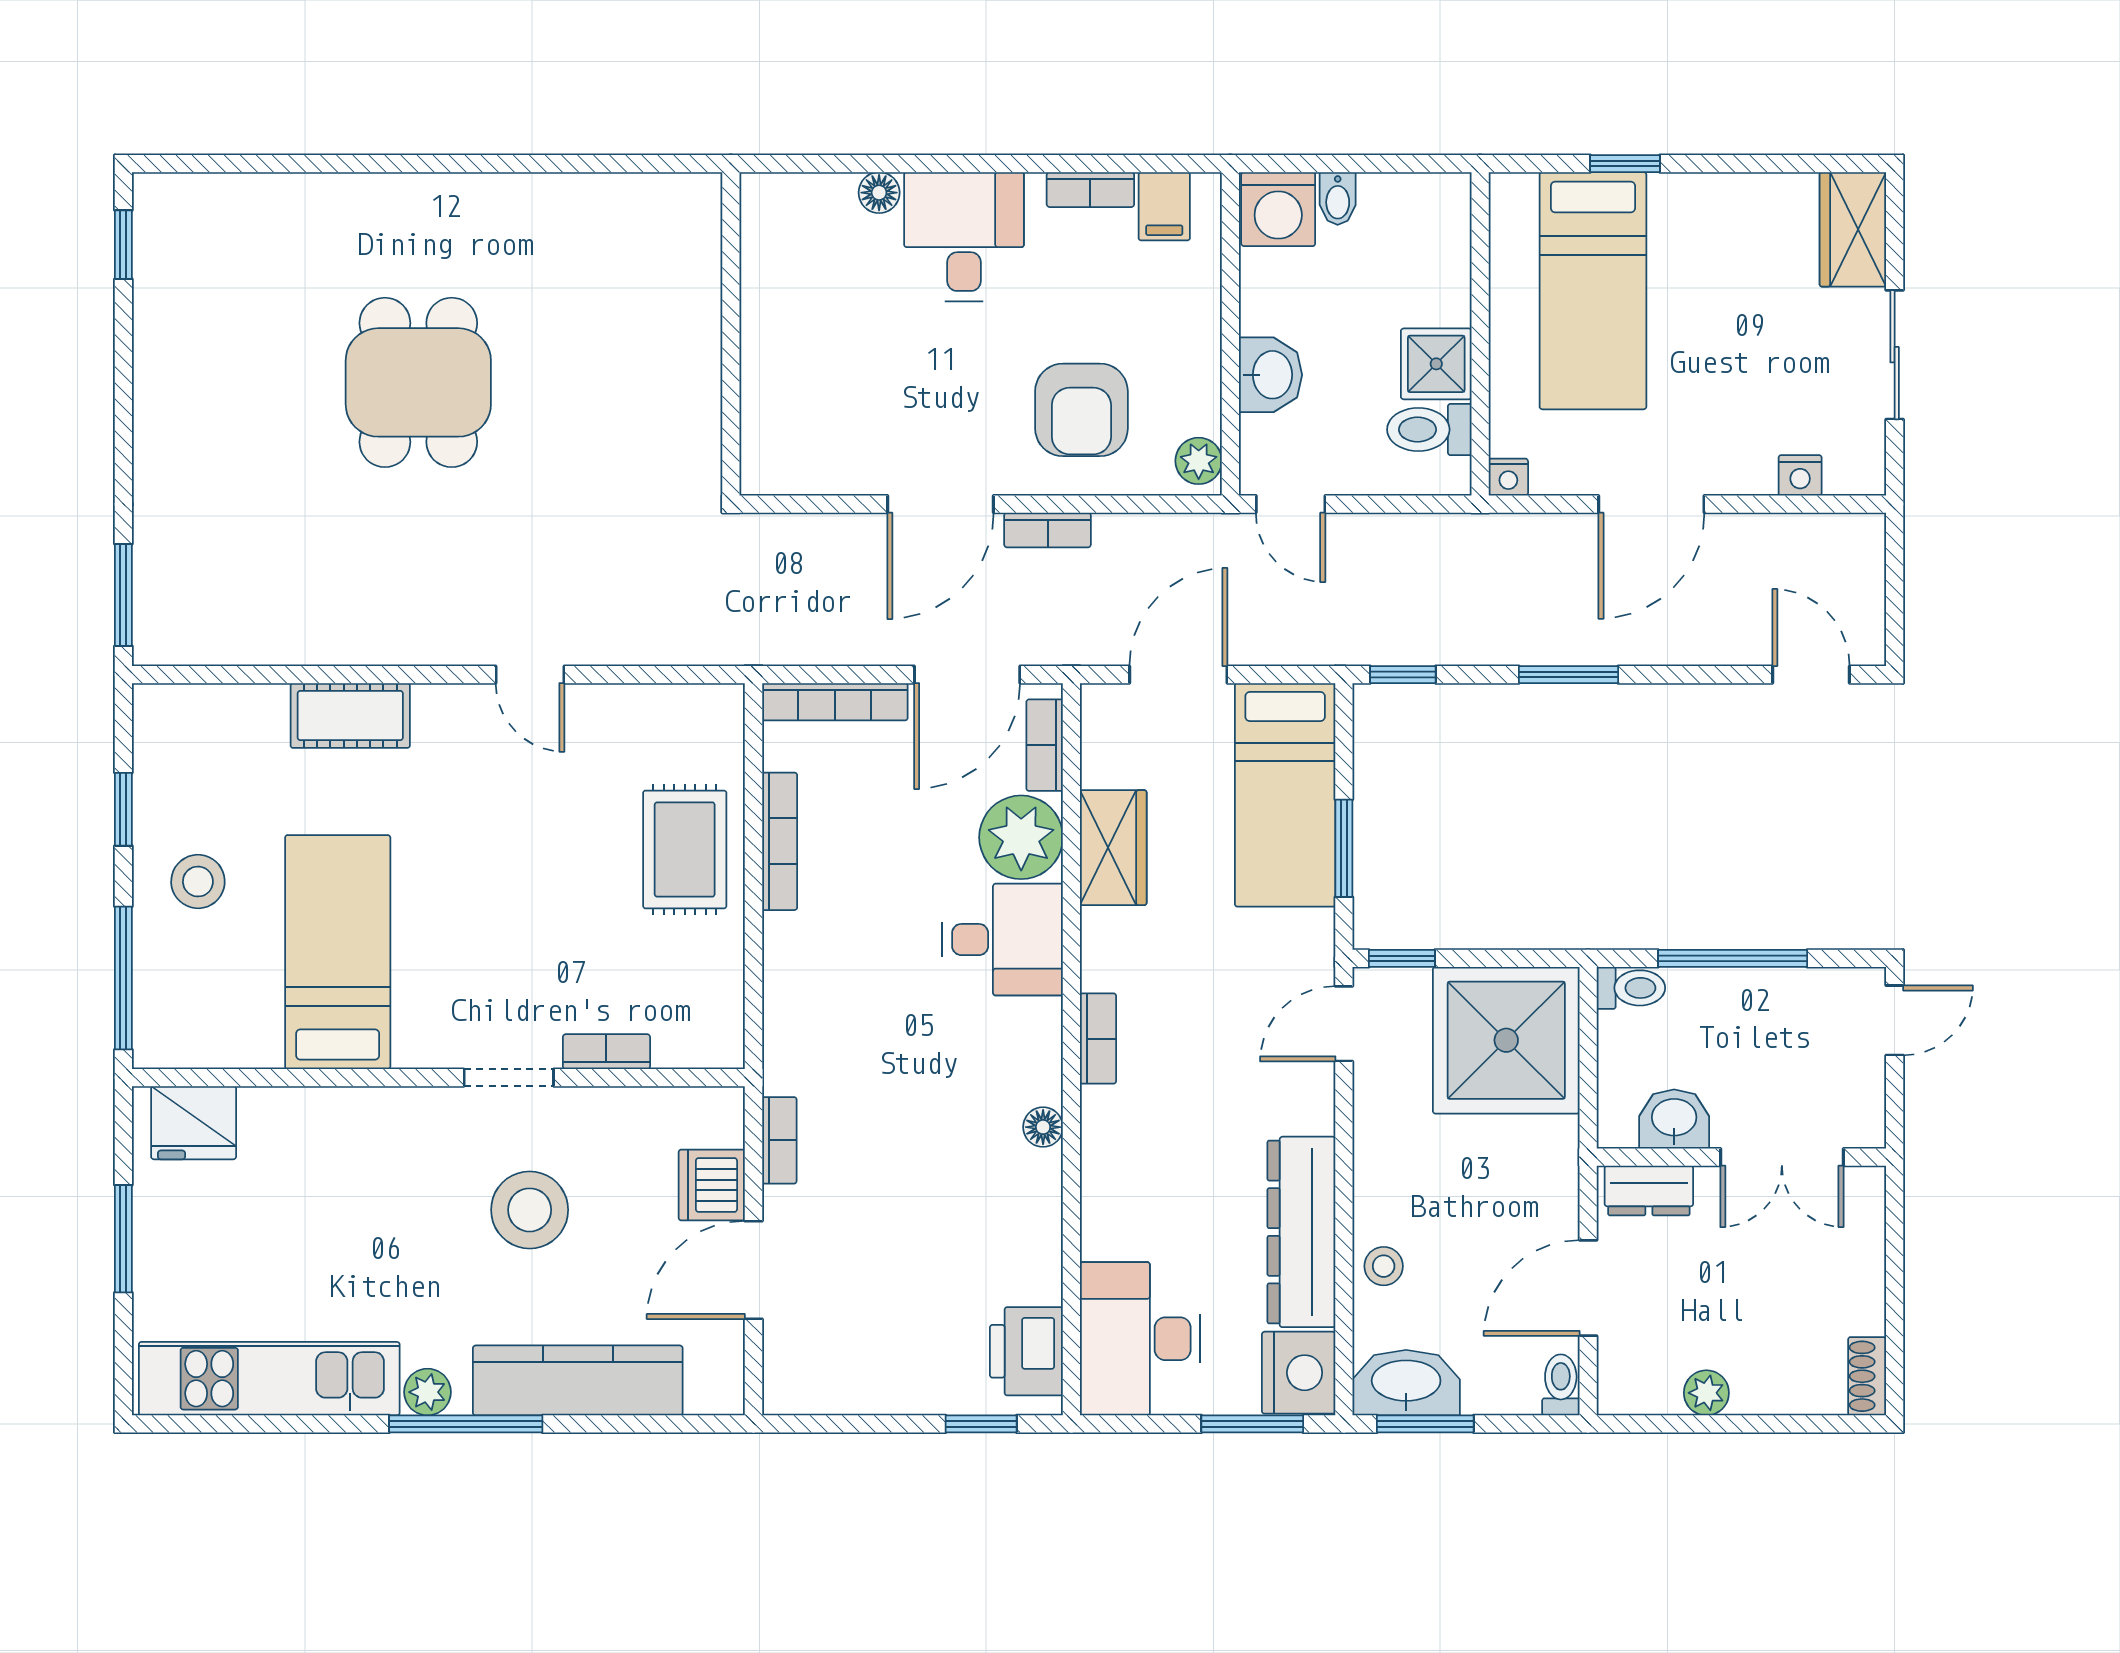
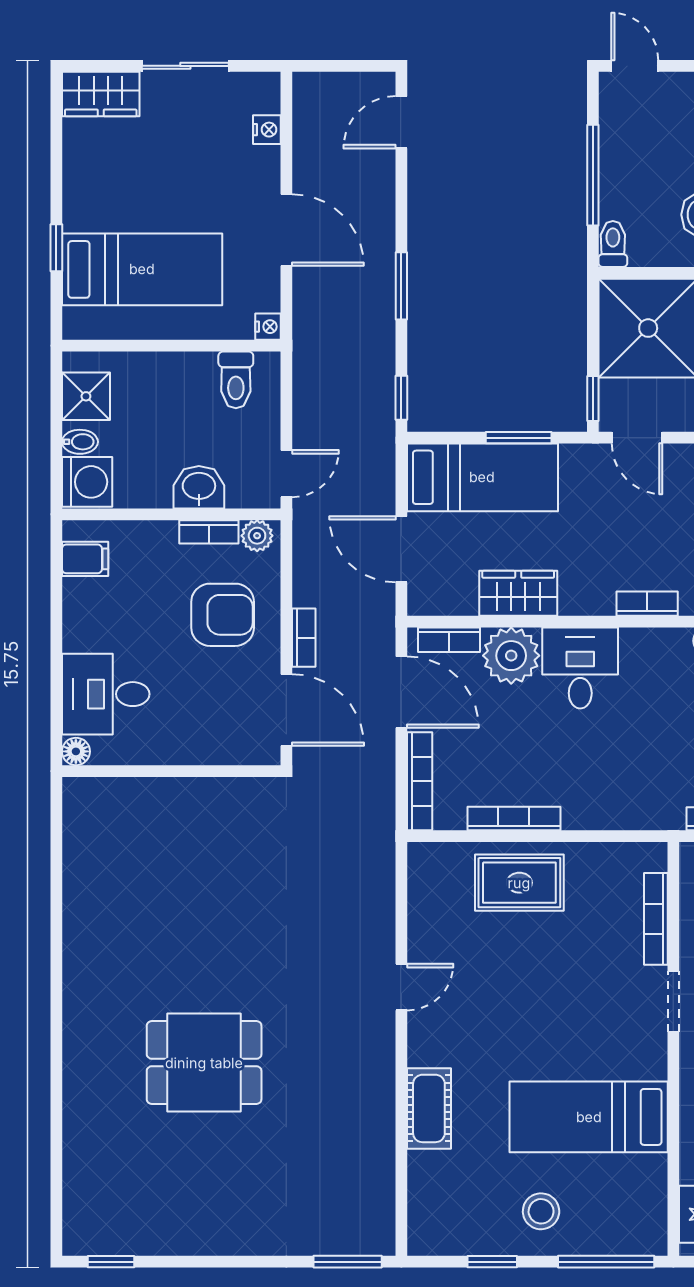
bookcase: (1090, 190) -> (209, 532), moved, turned 90
wall: (731, 334) -> (171, 771), moved
shower: (1436, 364) -> (86, 396), moved
bookcase: (606, 1052) -> (656, 919), width x1.56

